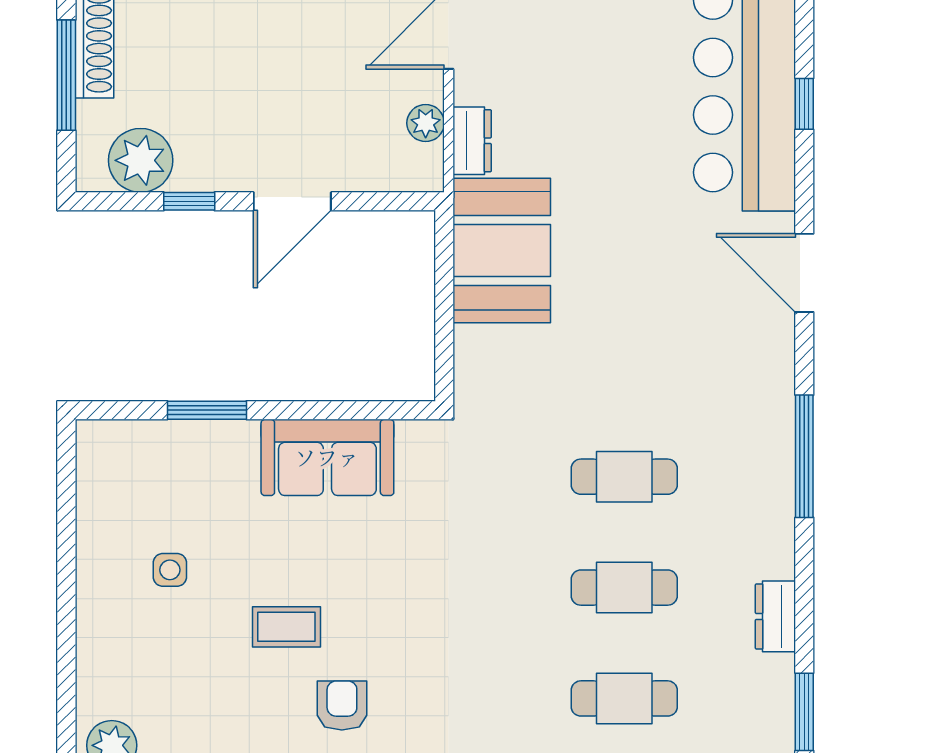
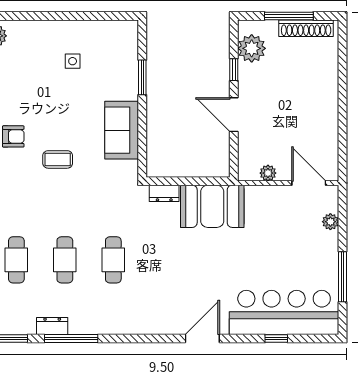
dresser: (472, 141) -> (164, 193), moved
window: (804, 456) -> (71, 339), moved
coffee table: (286, 627) -> (58, 159), moved, turned 90

